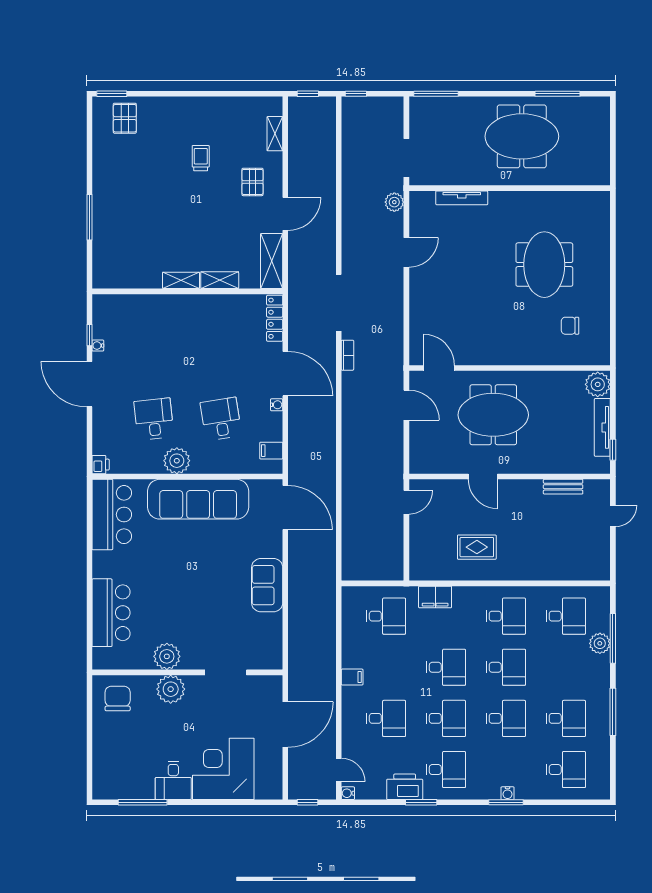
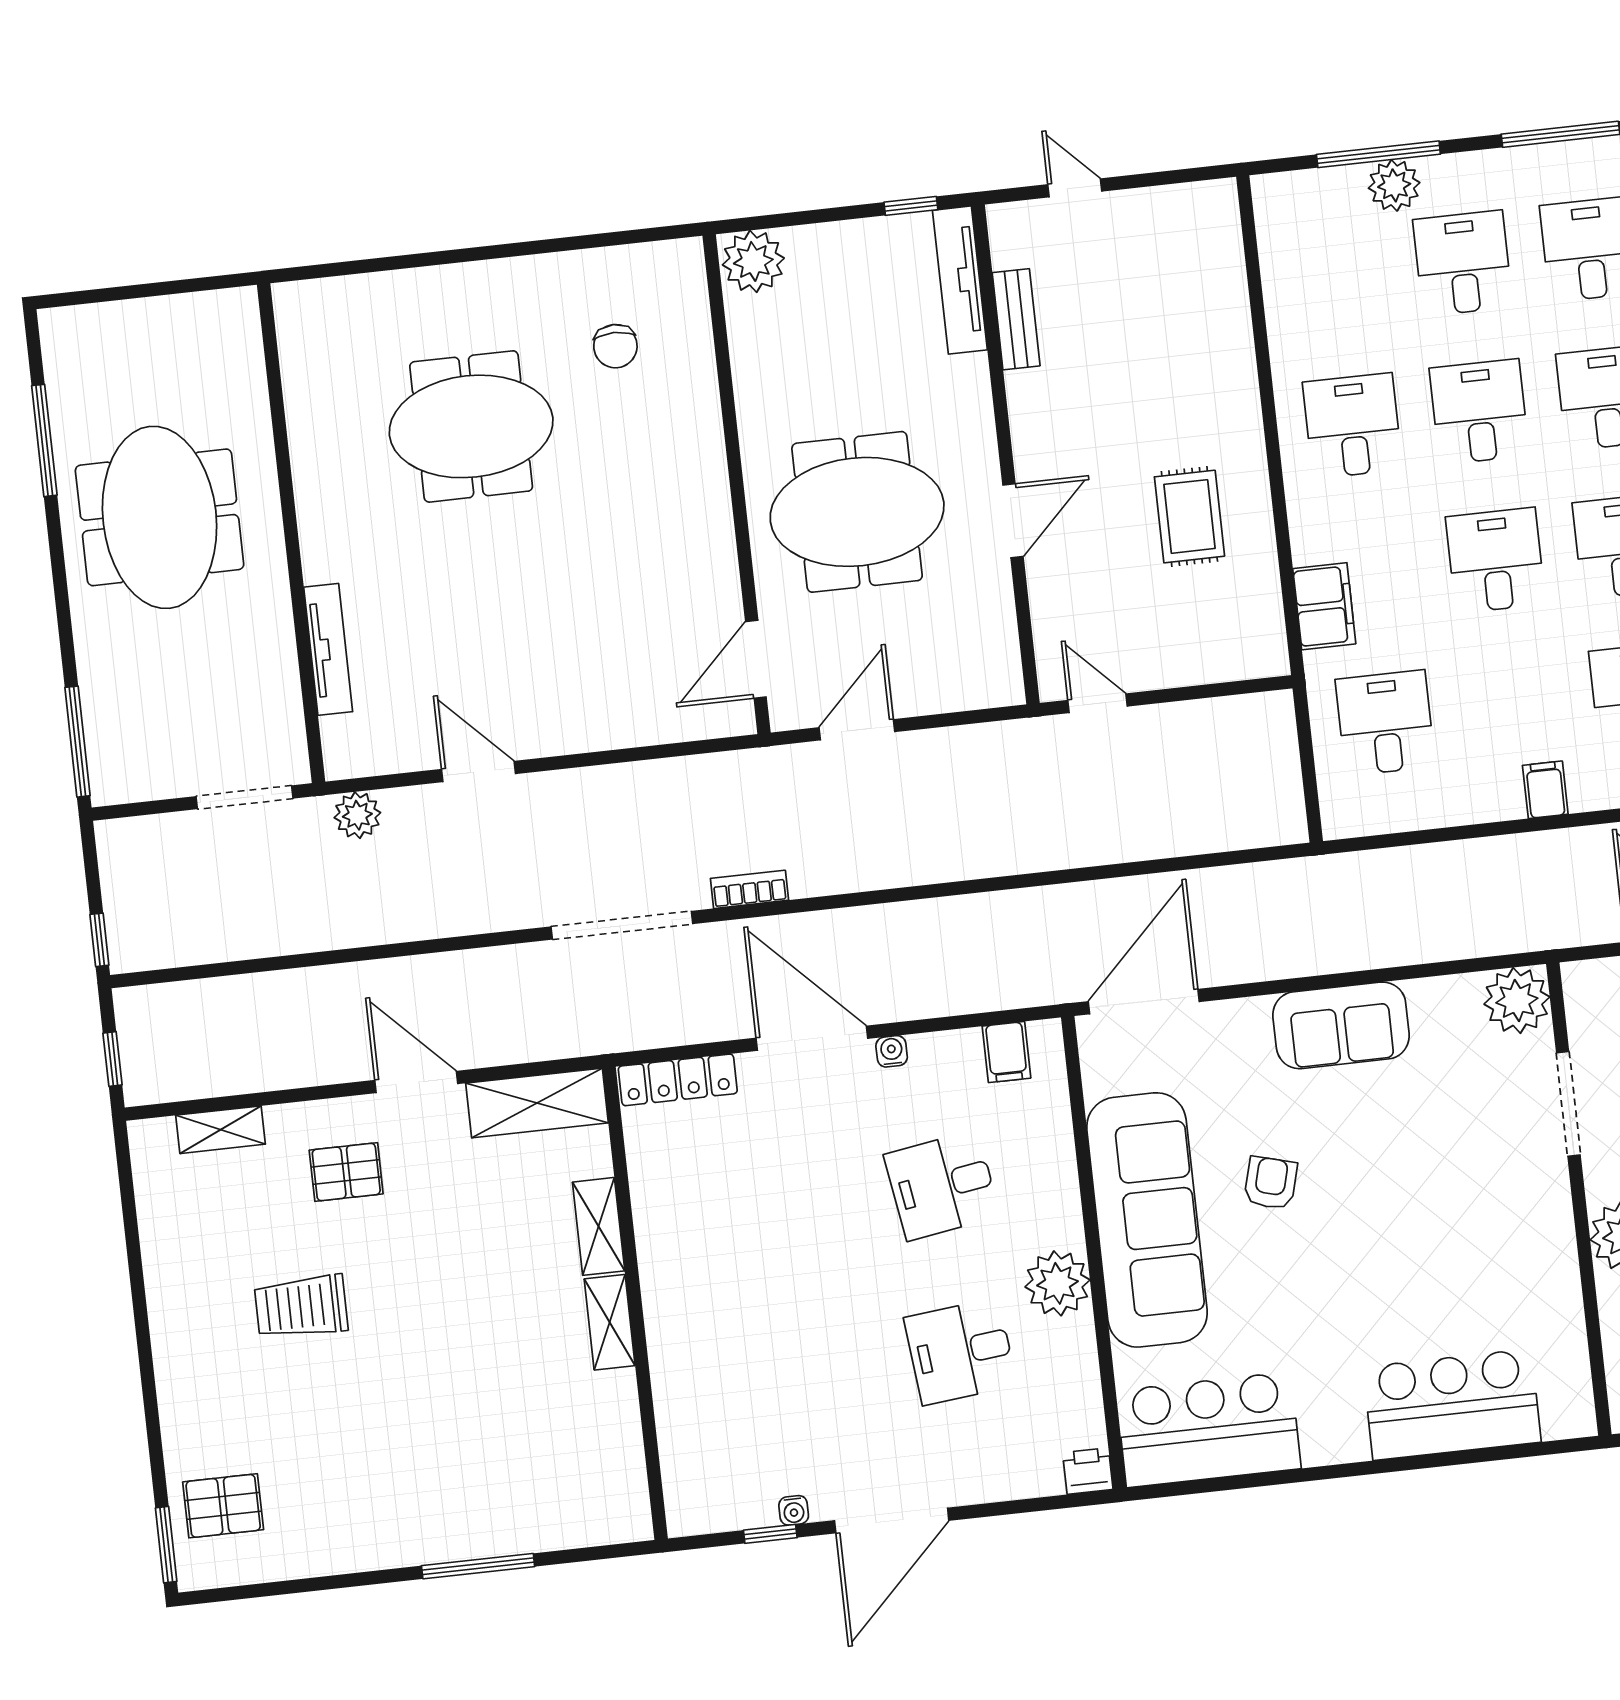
trolley: (201, 158) -> (301, 1307), width x1.36, depth x1.39
door: (285, 374) -> (812, 1038), hinge flipped
meeting table: (493, 415) -> (857, 512), turned 90
tv unit: (602, 427) -> (960, 280), moved, turned 90
armchair: (207, 550) -> (1271, 1183), added
desk: (566, 616) -> (1463, 263), moved
plant: (167, 656) -> (1517, 1001), moved

